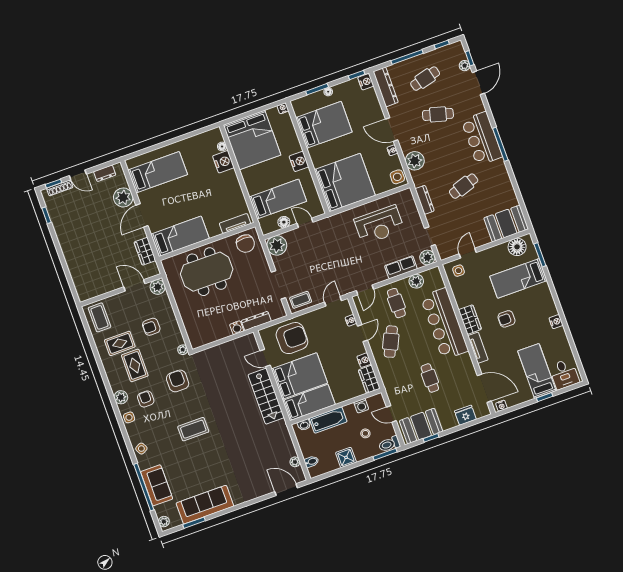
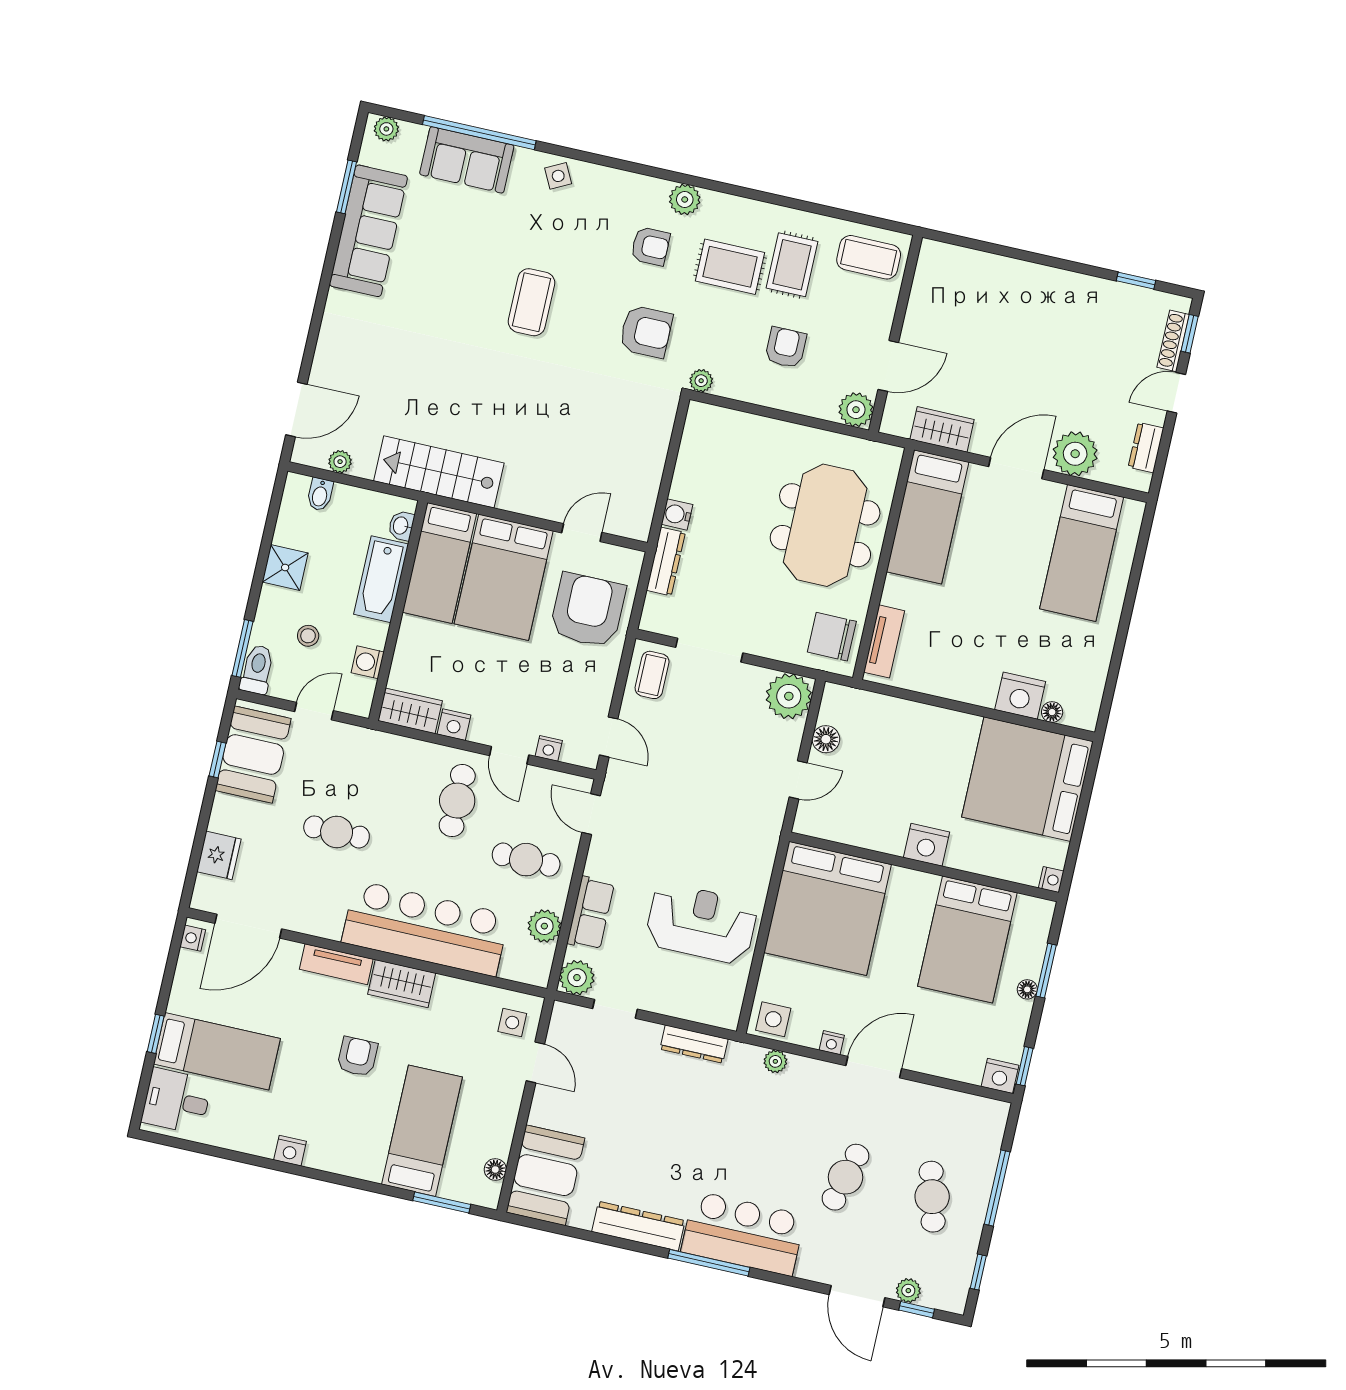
dresser: (386, 87) -> (638, 1226), moved, turned 180
plant: (415, 161) -> (775, 1061), width x0.53, depth x0.53
cafe table: (464, 186) -> (672, 1138), removed
bed: (278, 199) -> (879, 756), removed
door: (142, 215) -> (1016, 468), hinge flipped
reception desk: (379, 225) -> (701, 923), turned 90
floor lamp: (517, 247) -> (495, 1170), width x0.53, depth x0.53
armchair: (292, 338) -> (588, 610), turned 180
cafe table: (391, 342) -> (457, 801), turned 65
stairs: (266, 396) -> (439, 472), moved
side table: (129, 417) -> (635, 190), removed

